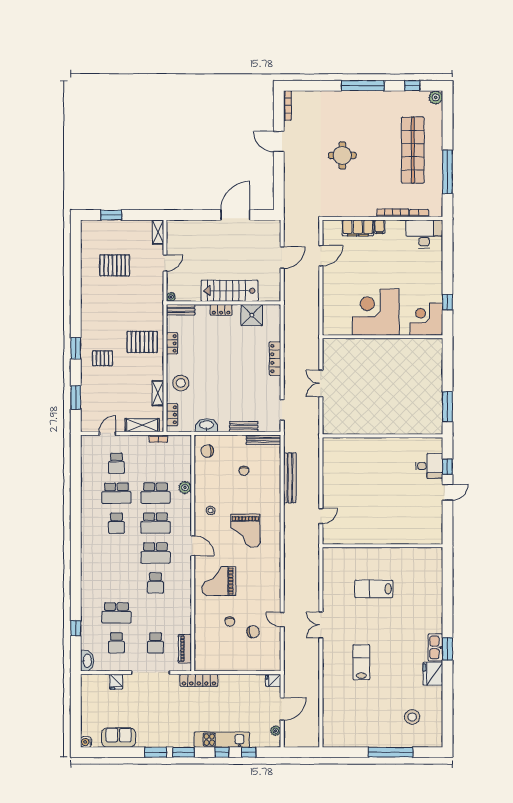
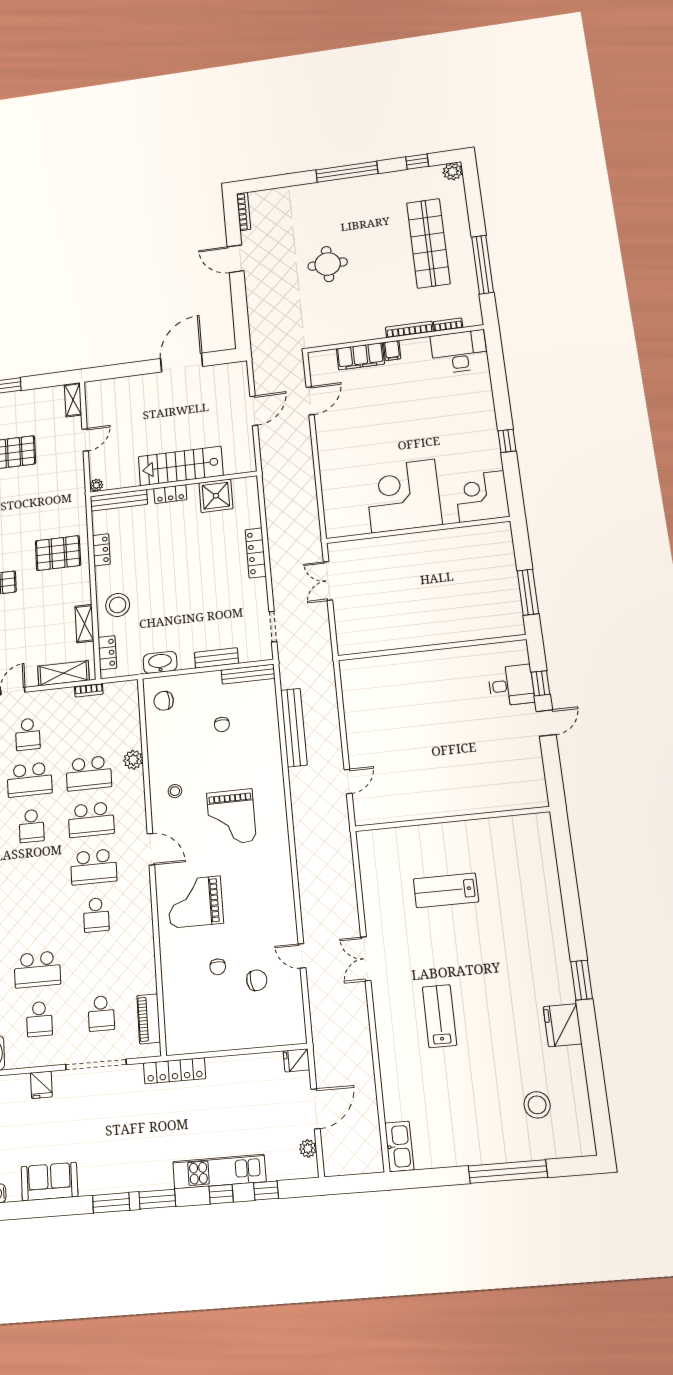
bench: (181, 310) -> (119, 500), width x1.36
corner desk: (376, 312) -> (403, 496), moved
corner desk: (426, 319) -> (482, 496), moved
wall: (382, 337) -> (418, 530), moved
kitchen sink: (435, 647) -> (399, 1146), moved, turned 180

